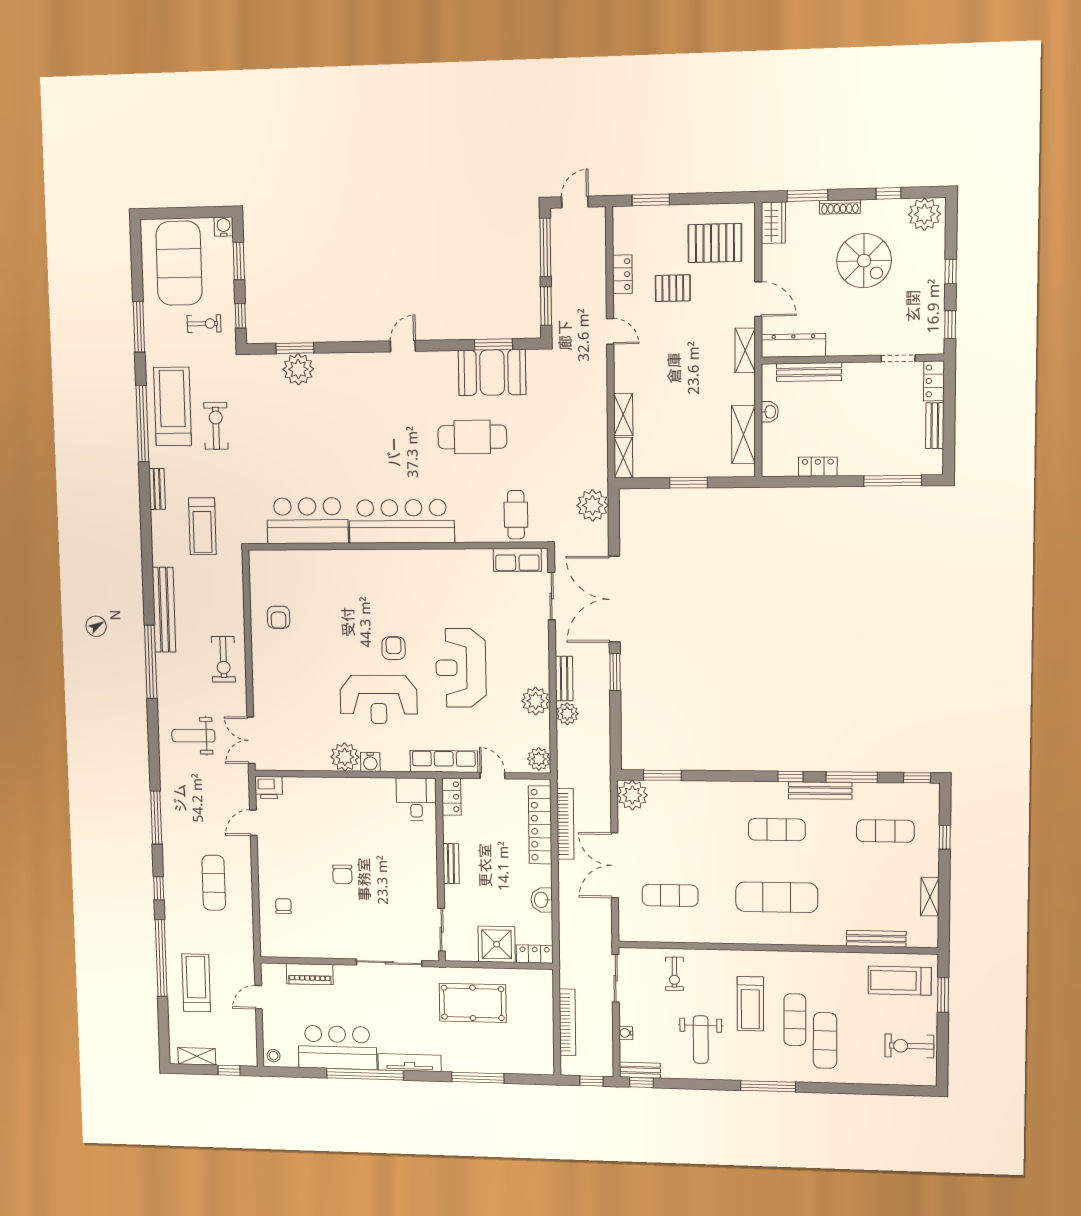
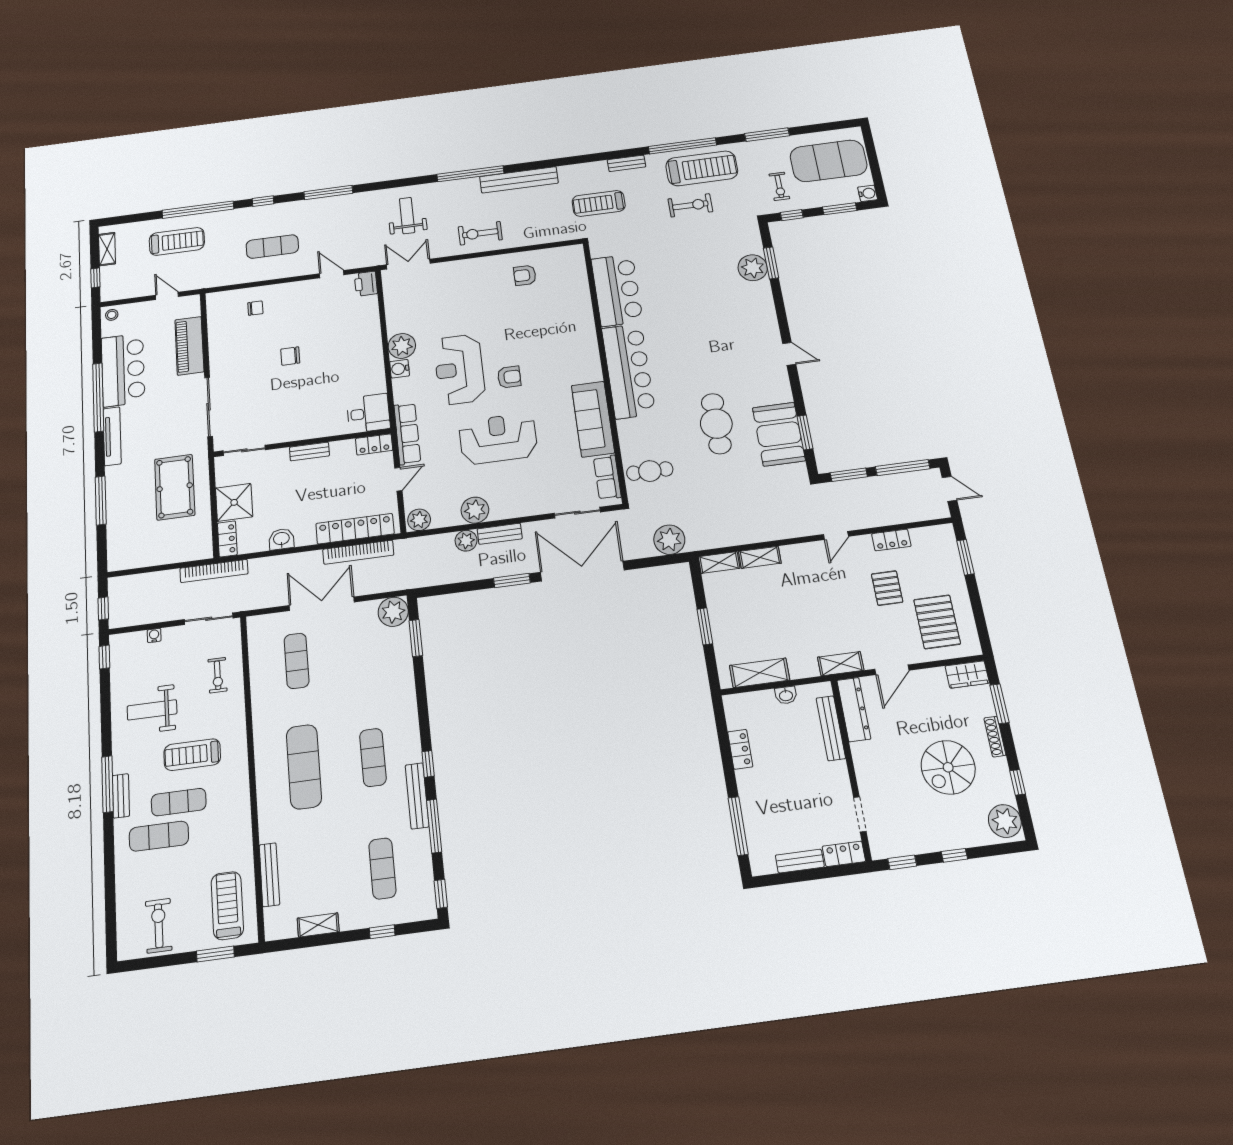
sofa: (451, 566) -> (593, 419), added
piano: (310, 974) -> (189, 346), width x1.37, depth x1.33
exercise bike: (674, 974) -> (218, 675), turned -90
bookcase: (567, 1022) -> (214, 571), moved
bench: (640, 1070) -> (121, 796), moved

